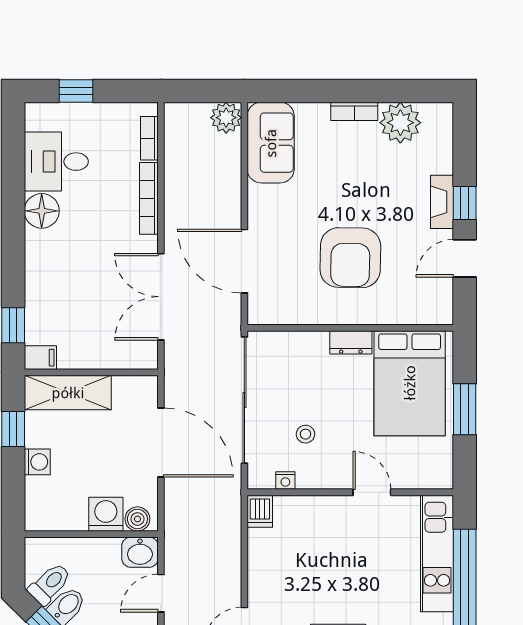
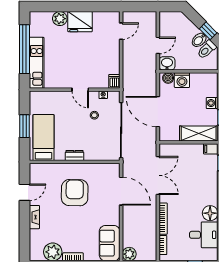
window: (465, 203) -> (25, 217), removed
bed: (410, 383) -> (43, 138), width x0.67
door: (372, 492) -> (80, 90), moved

